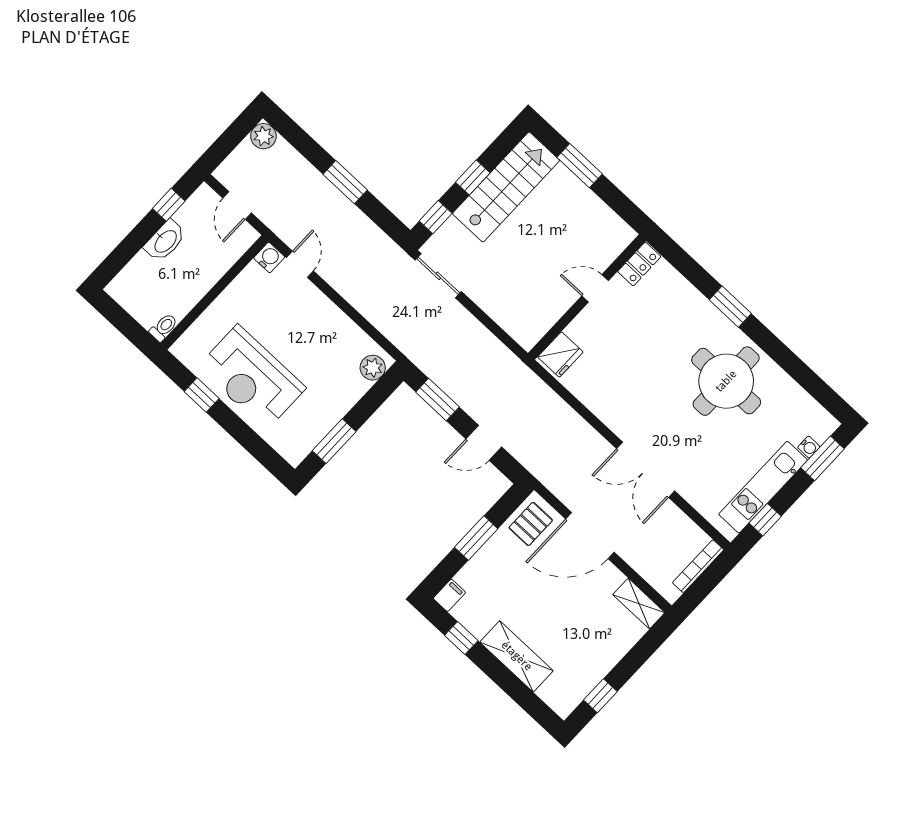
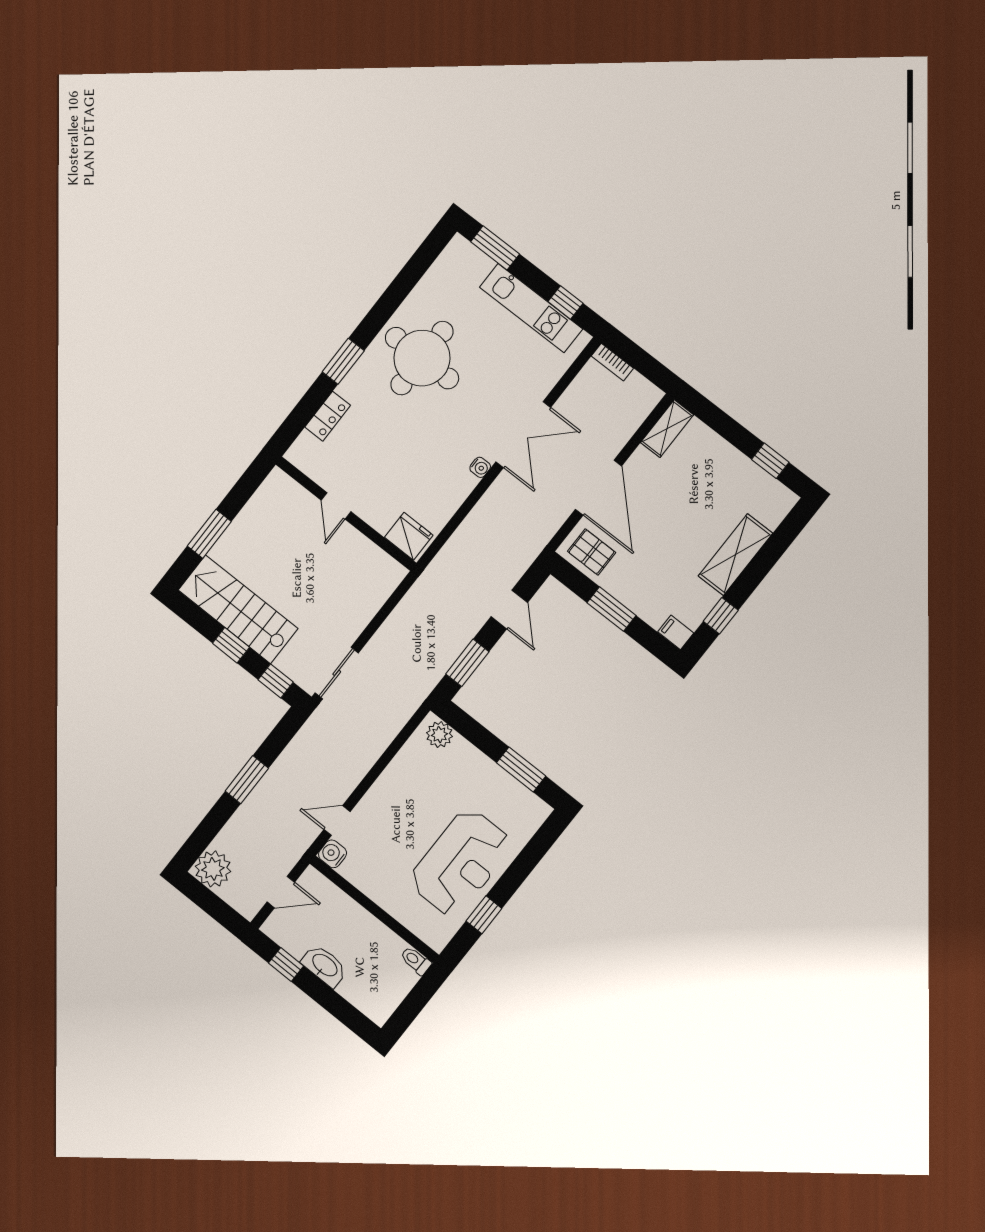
plant: (263, 136) -> (213, 869), width x1.36, depth x1.36
locker: (639, 264) -> (328, 416), moved, turned 90
water cooler: (809, 447) -> (480, 467), moved, turned 90
bookcase: (698, 566) -> (612, 362), width x0.64

